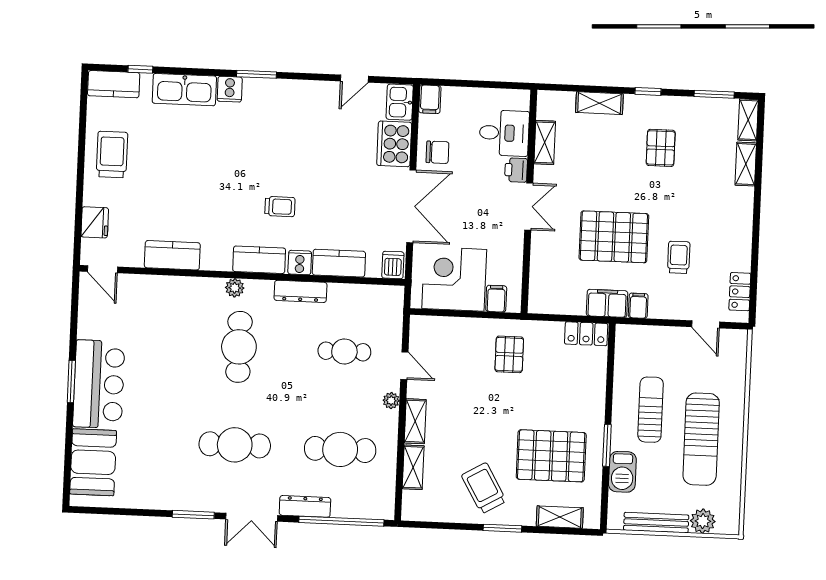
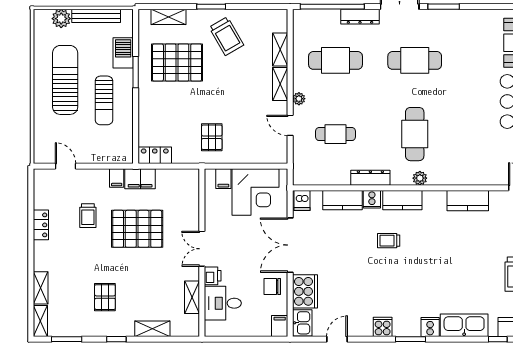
cooker: (293, 92) -> (383, 327), added
locker: (740, 292) -> (41, 225), moved

